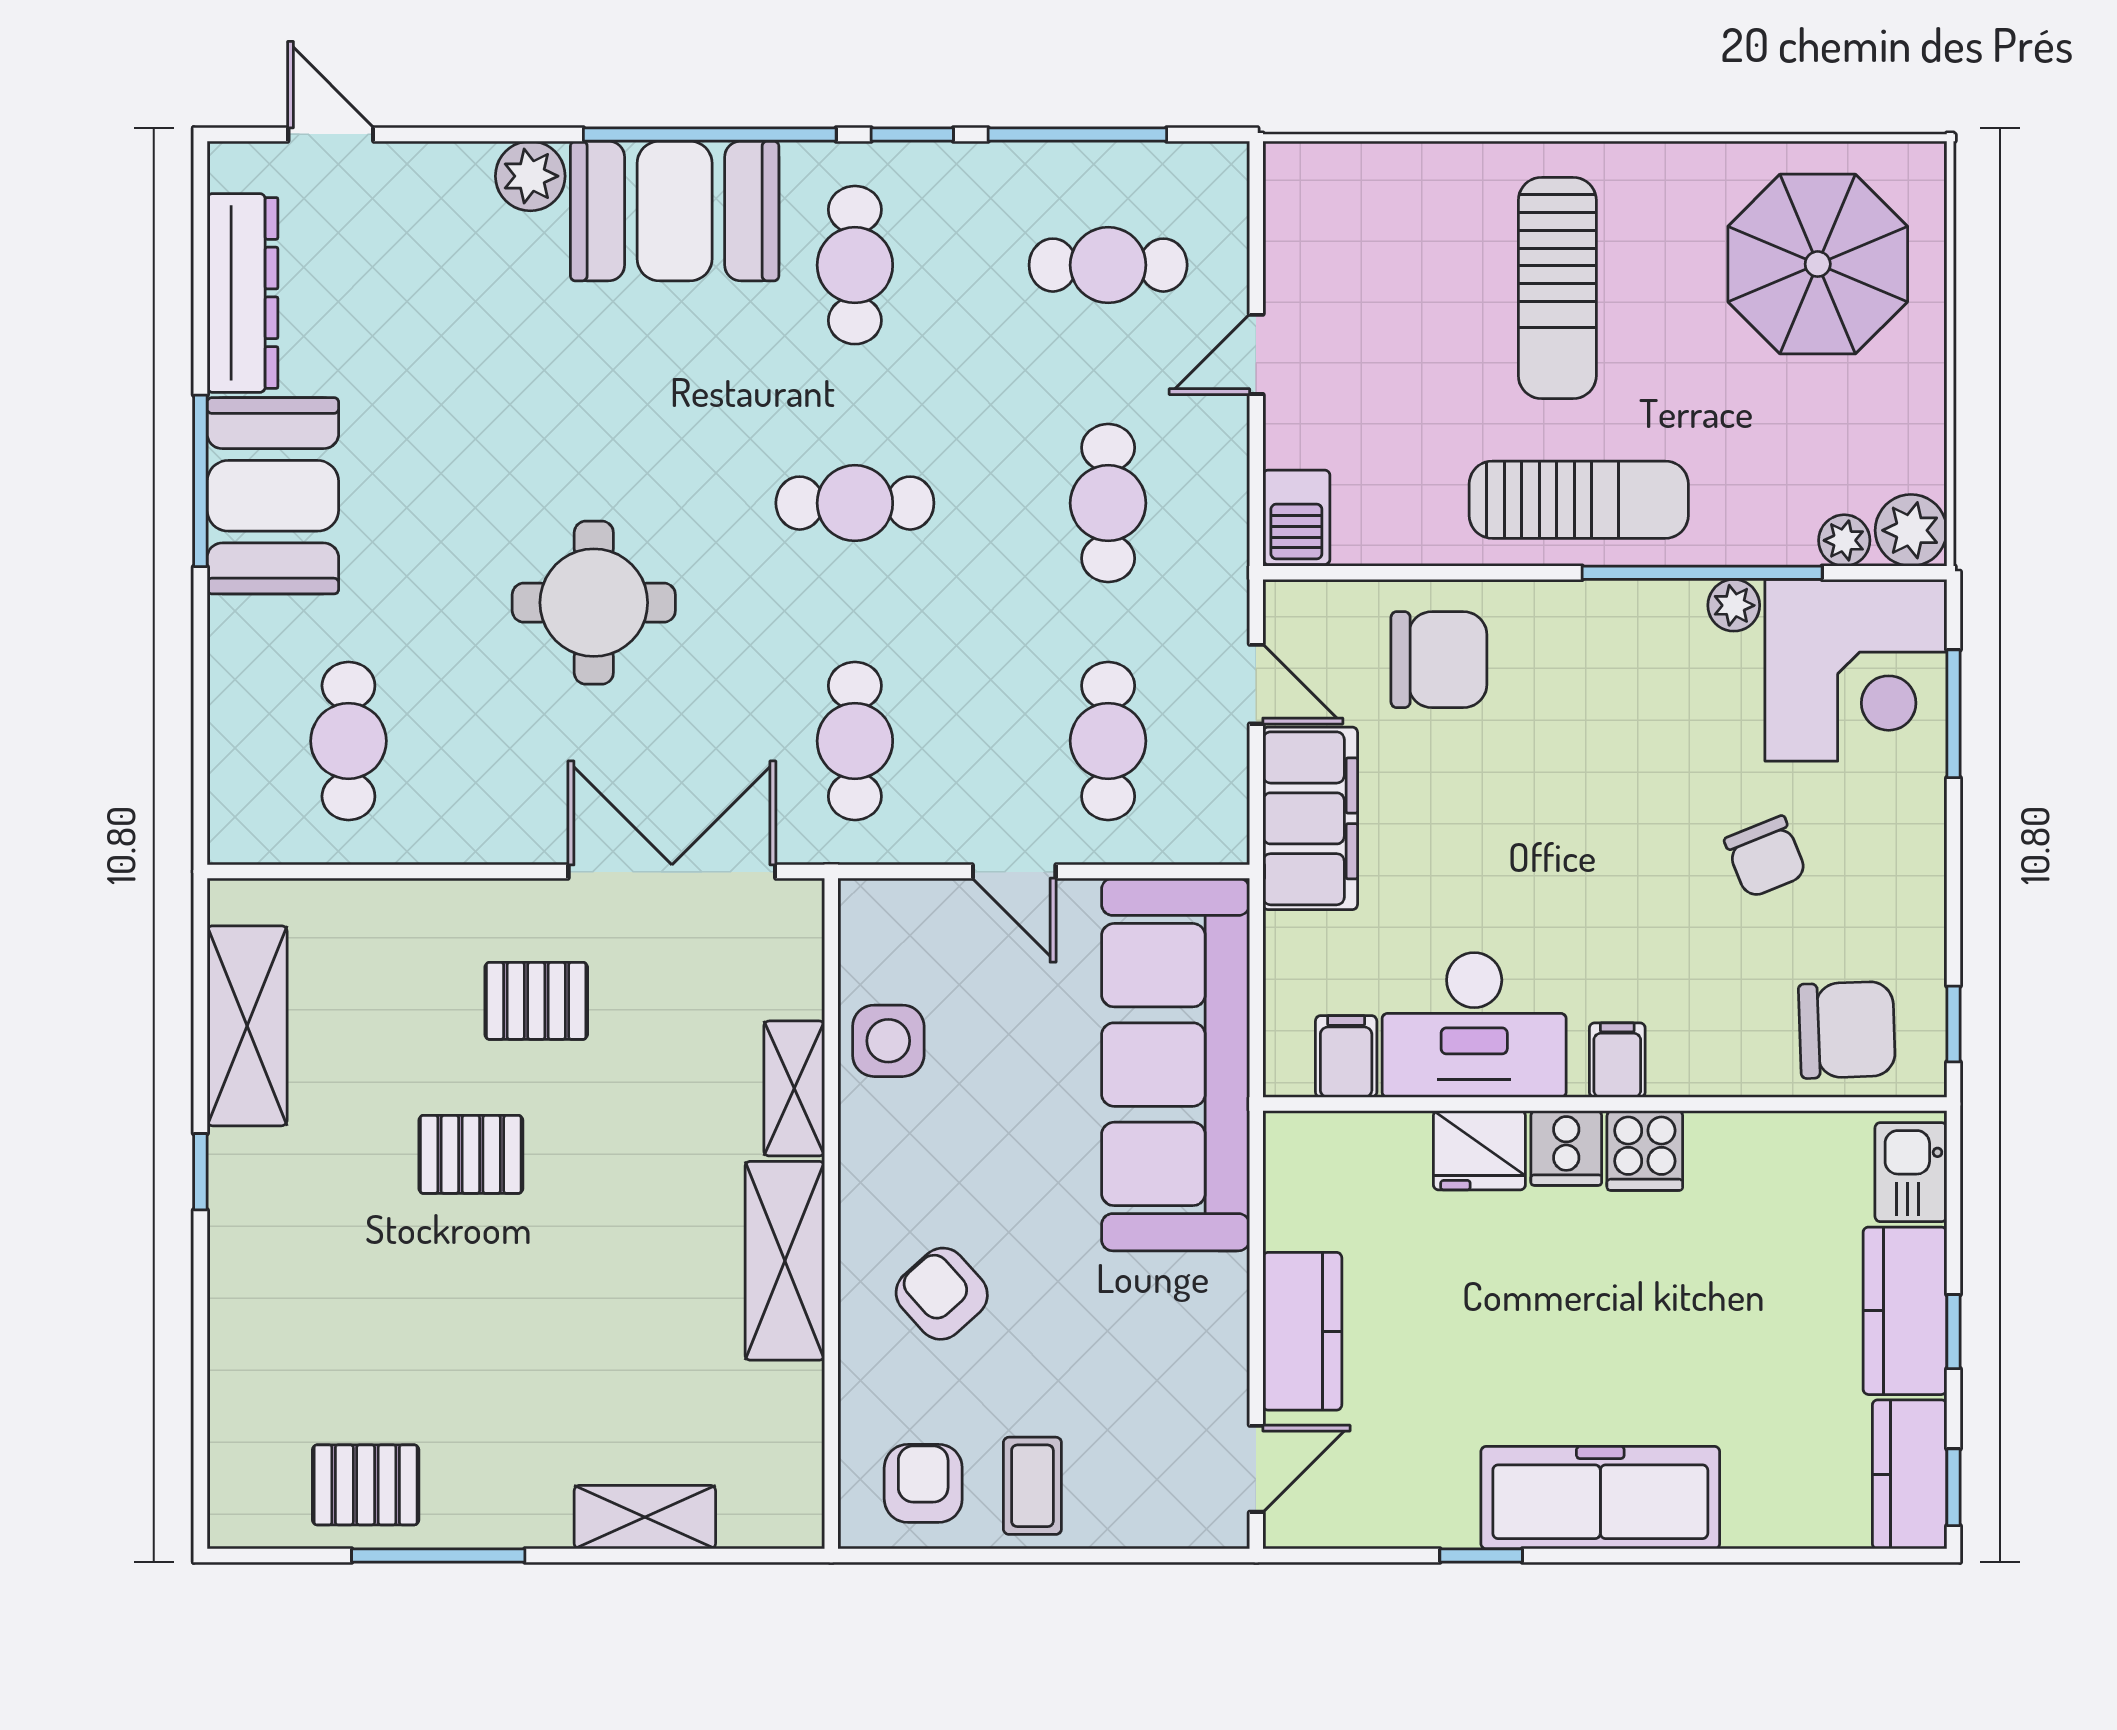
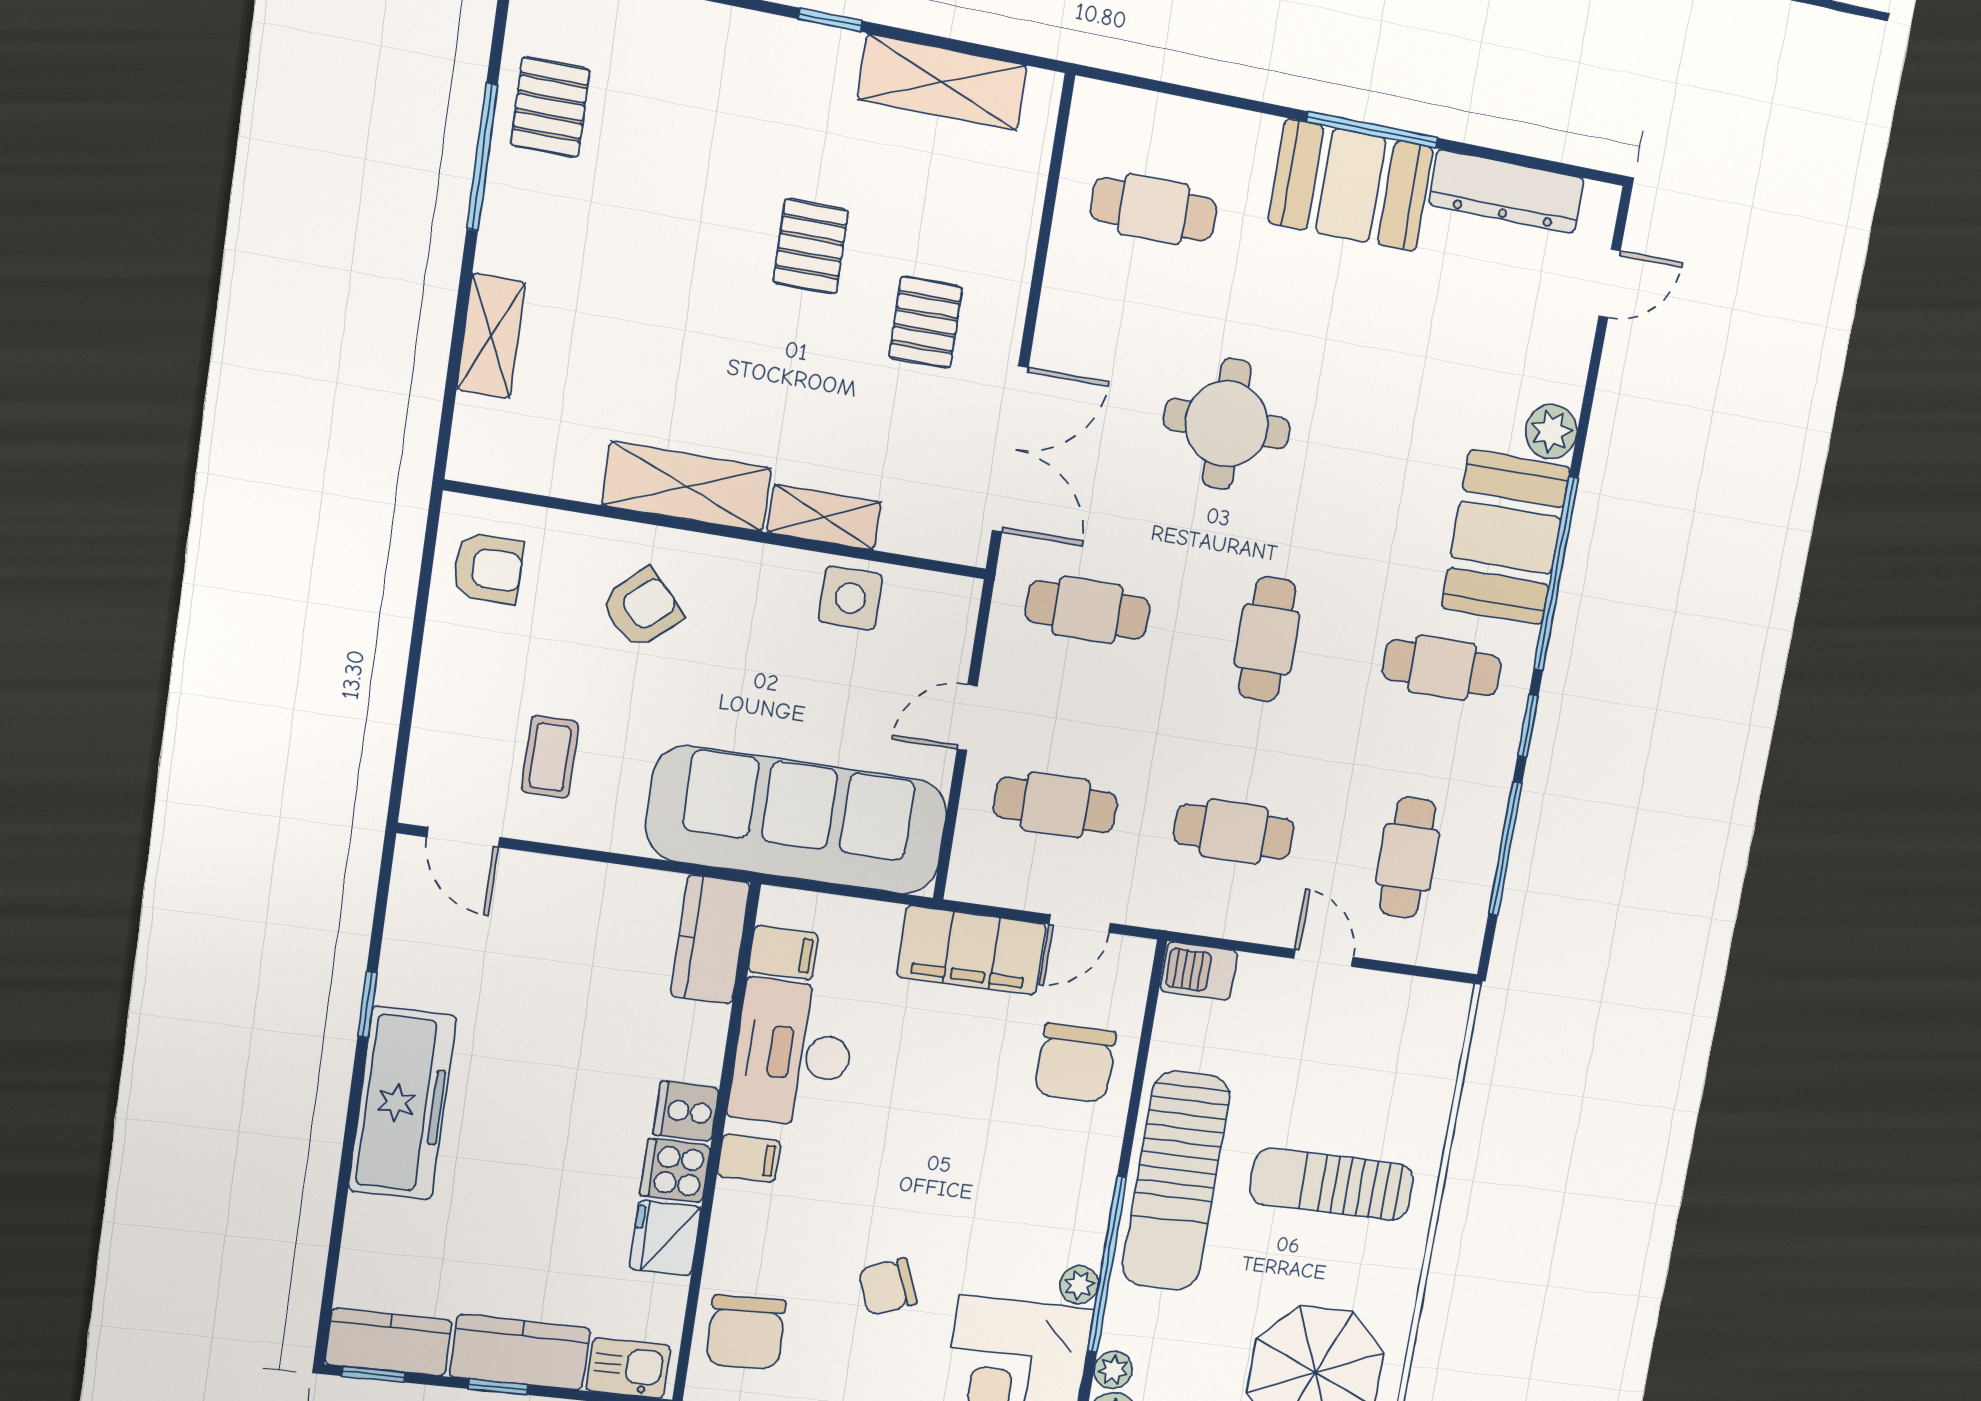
sun lounger: (1579, 500) -> (1176, 1181), width x1.36, depth x1.34
fridge: (1479, 1150) -> (665, 1238), moved
kitchen counter: (1302, 1331) -> (710, 939), moved, turned 90
coffee table: (1032, 1486) -> (550, 757), moved, turned 90

